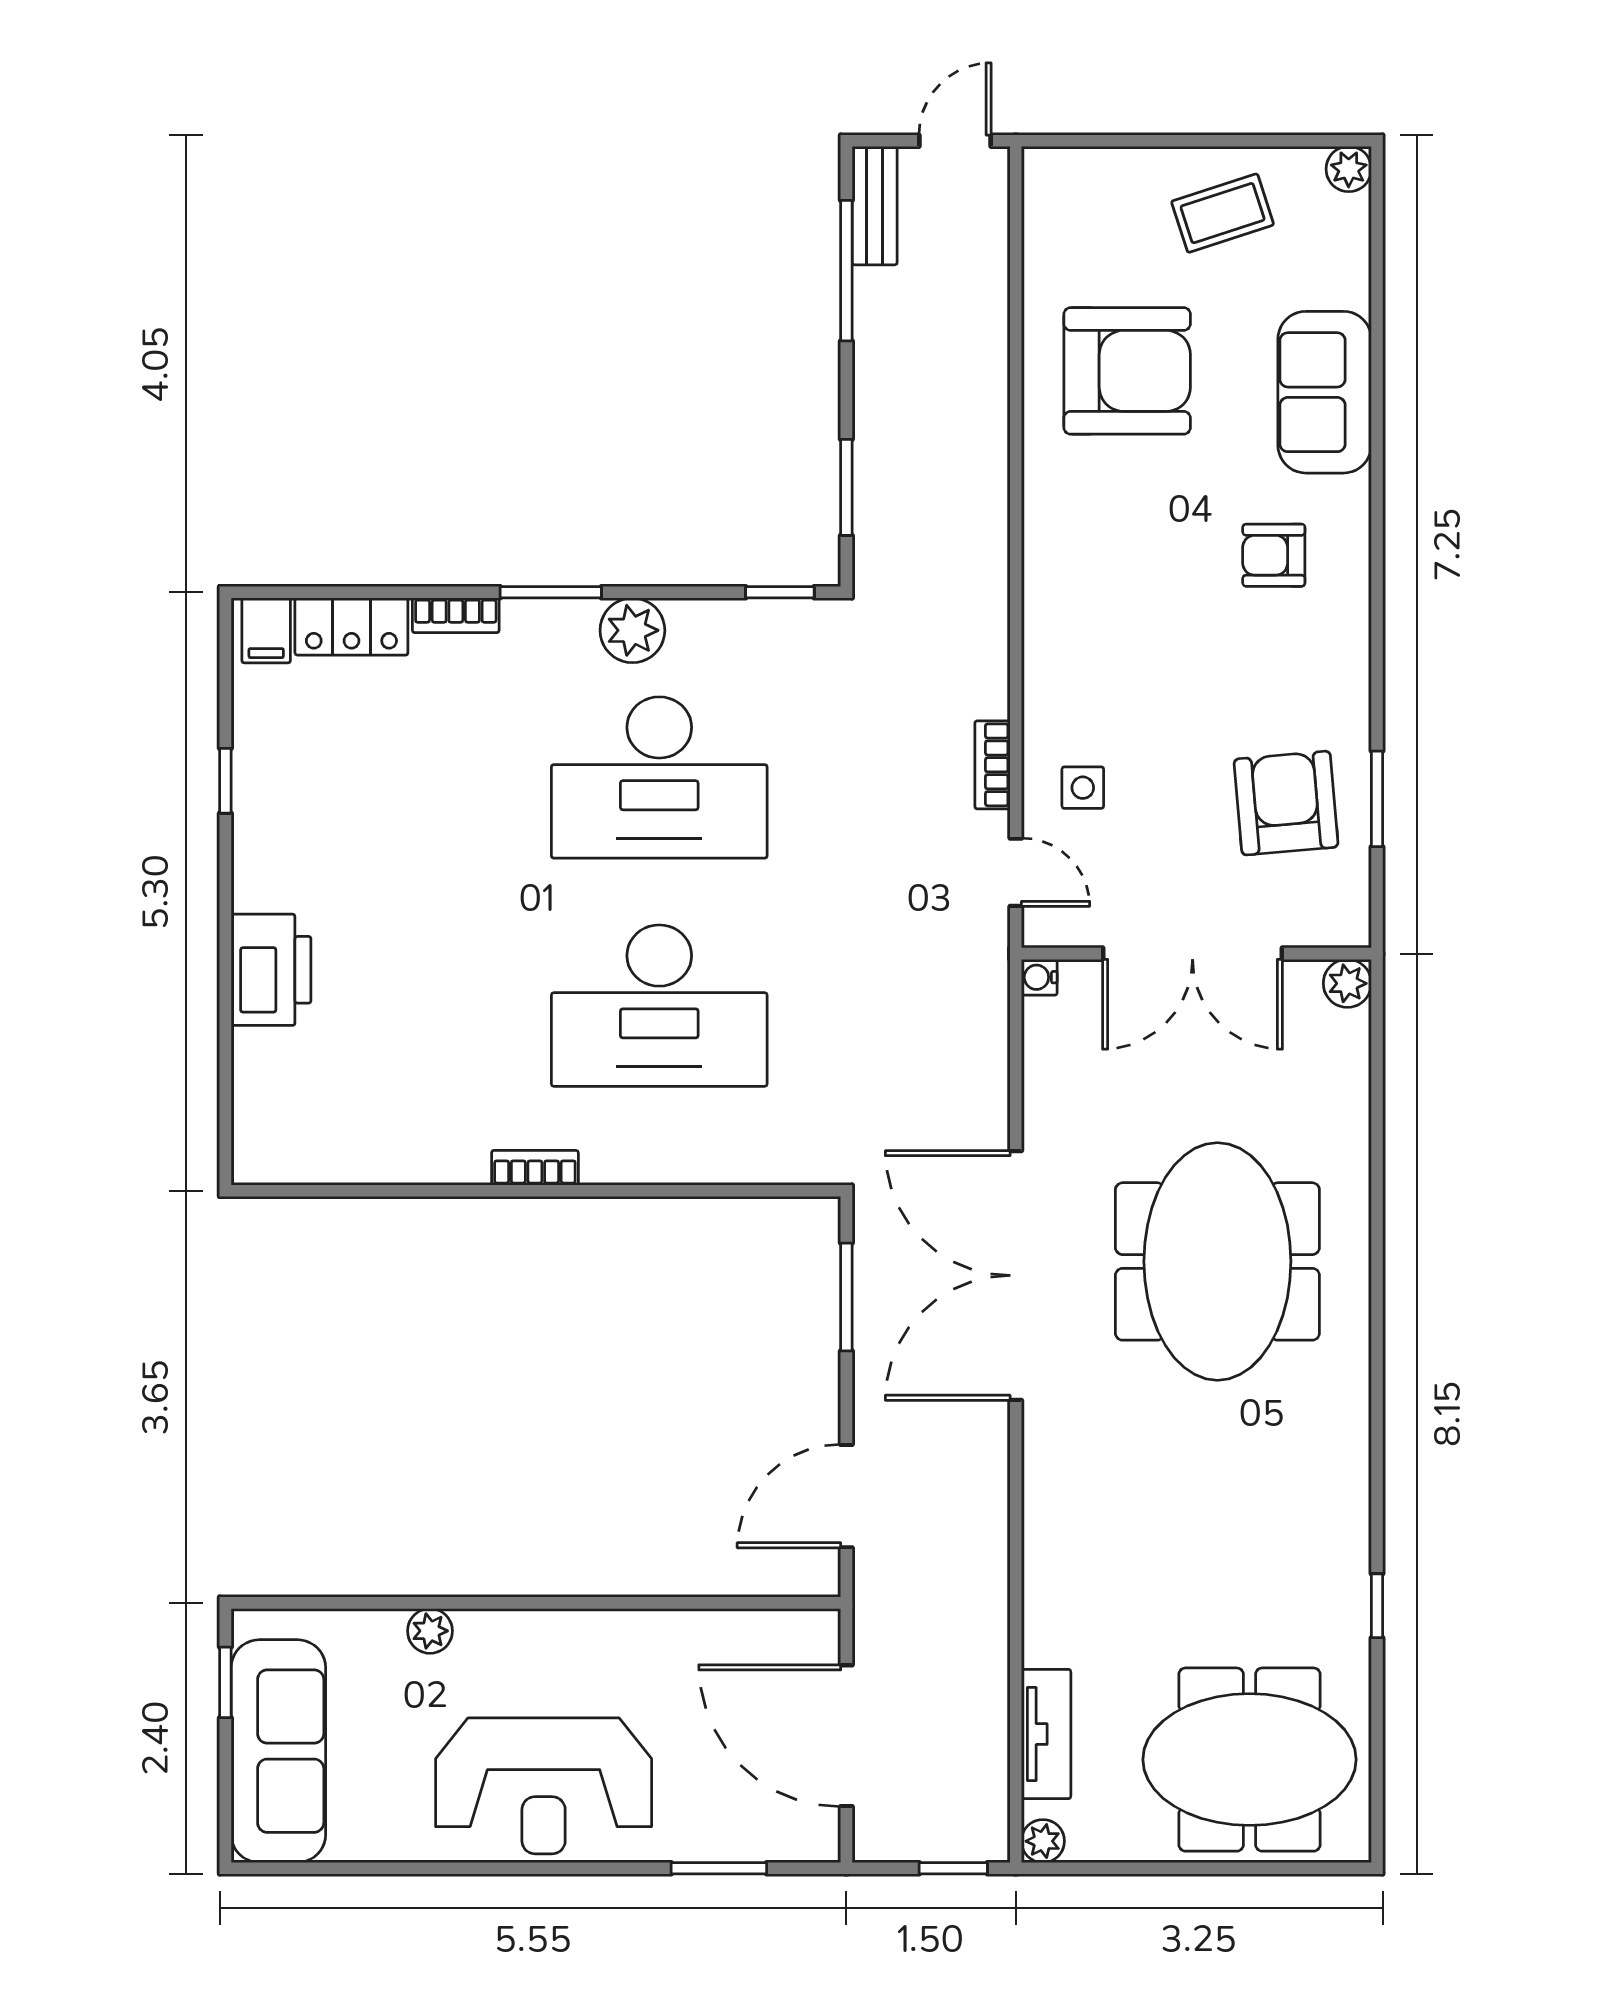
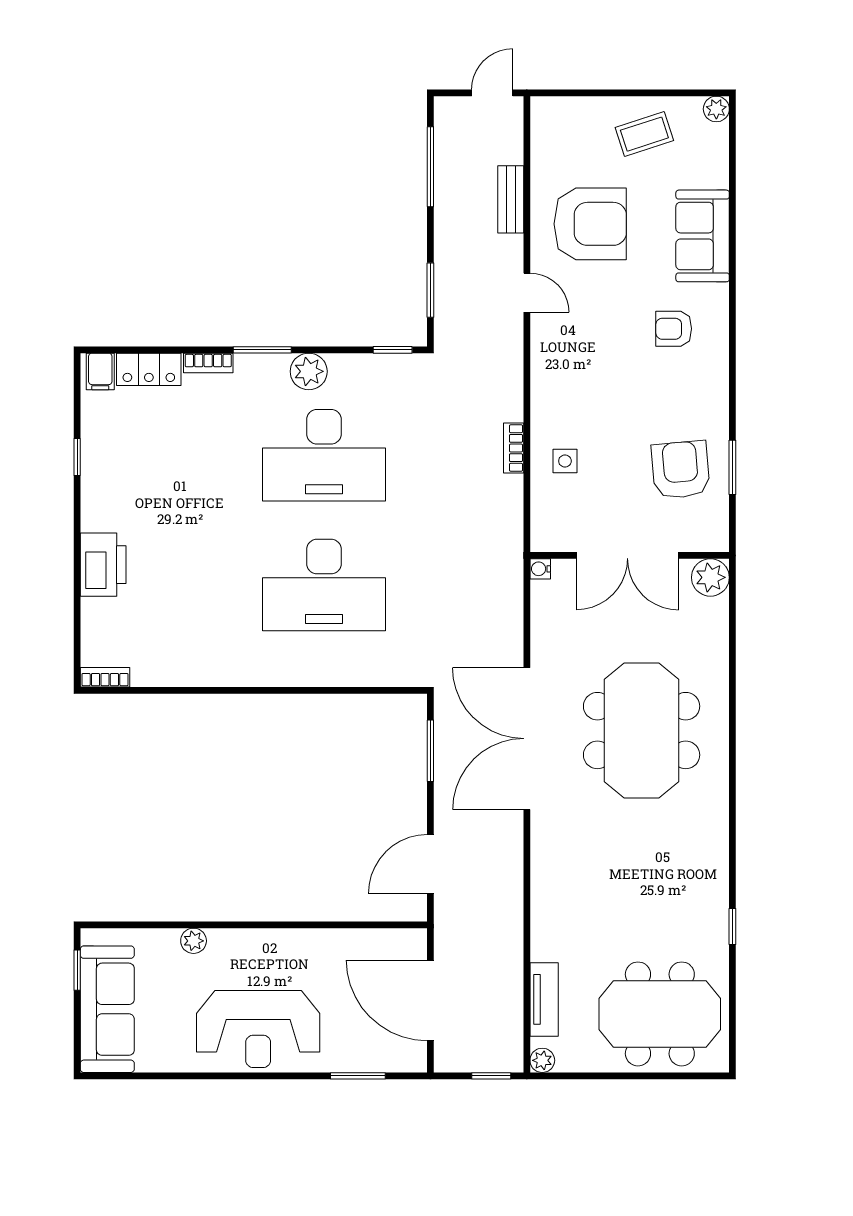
bench: (875, 206) -> (511, 199), moved
door: (1016, 872) -> (527, 293), moved
plant: (1347, 983) -> (710, 577), width x1.38, depth x1.38
bookcase: (535, 1168) -> (105, 677), moved

